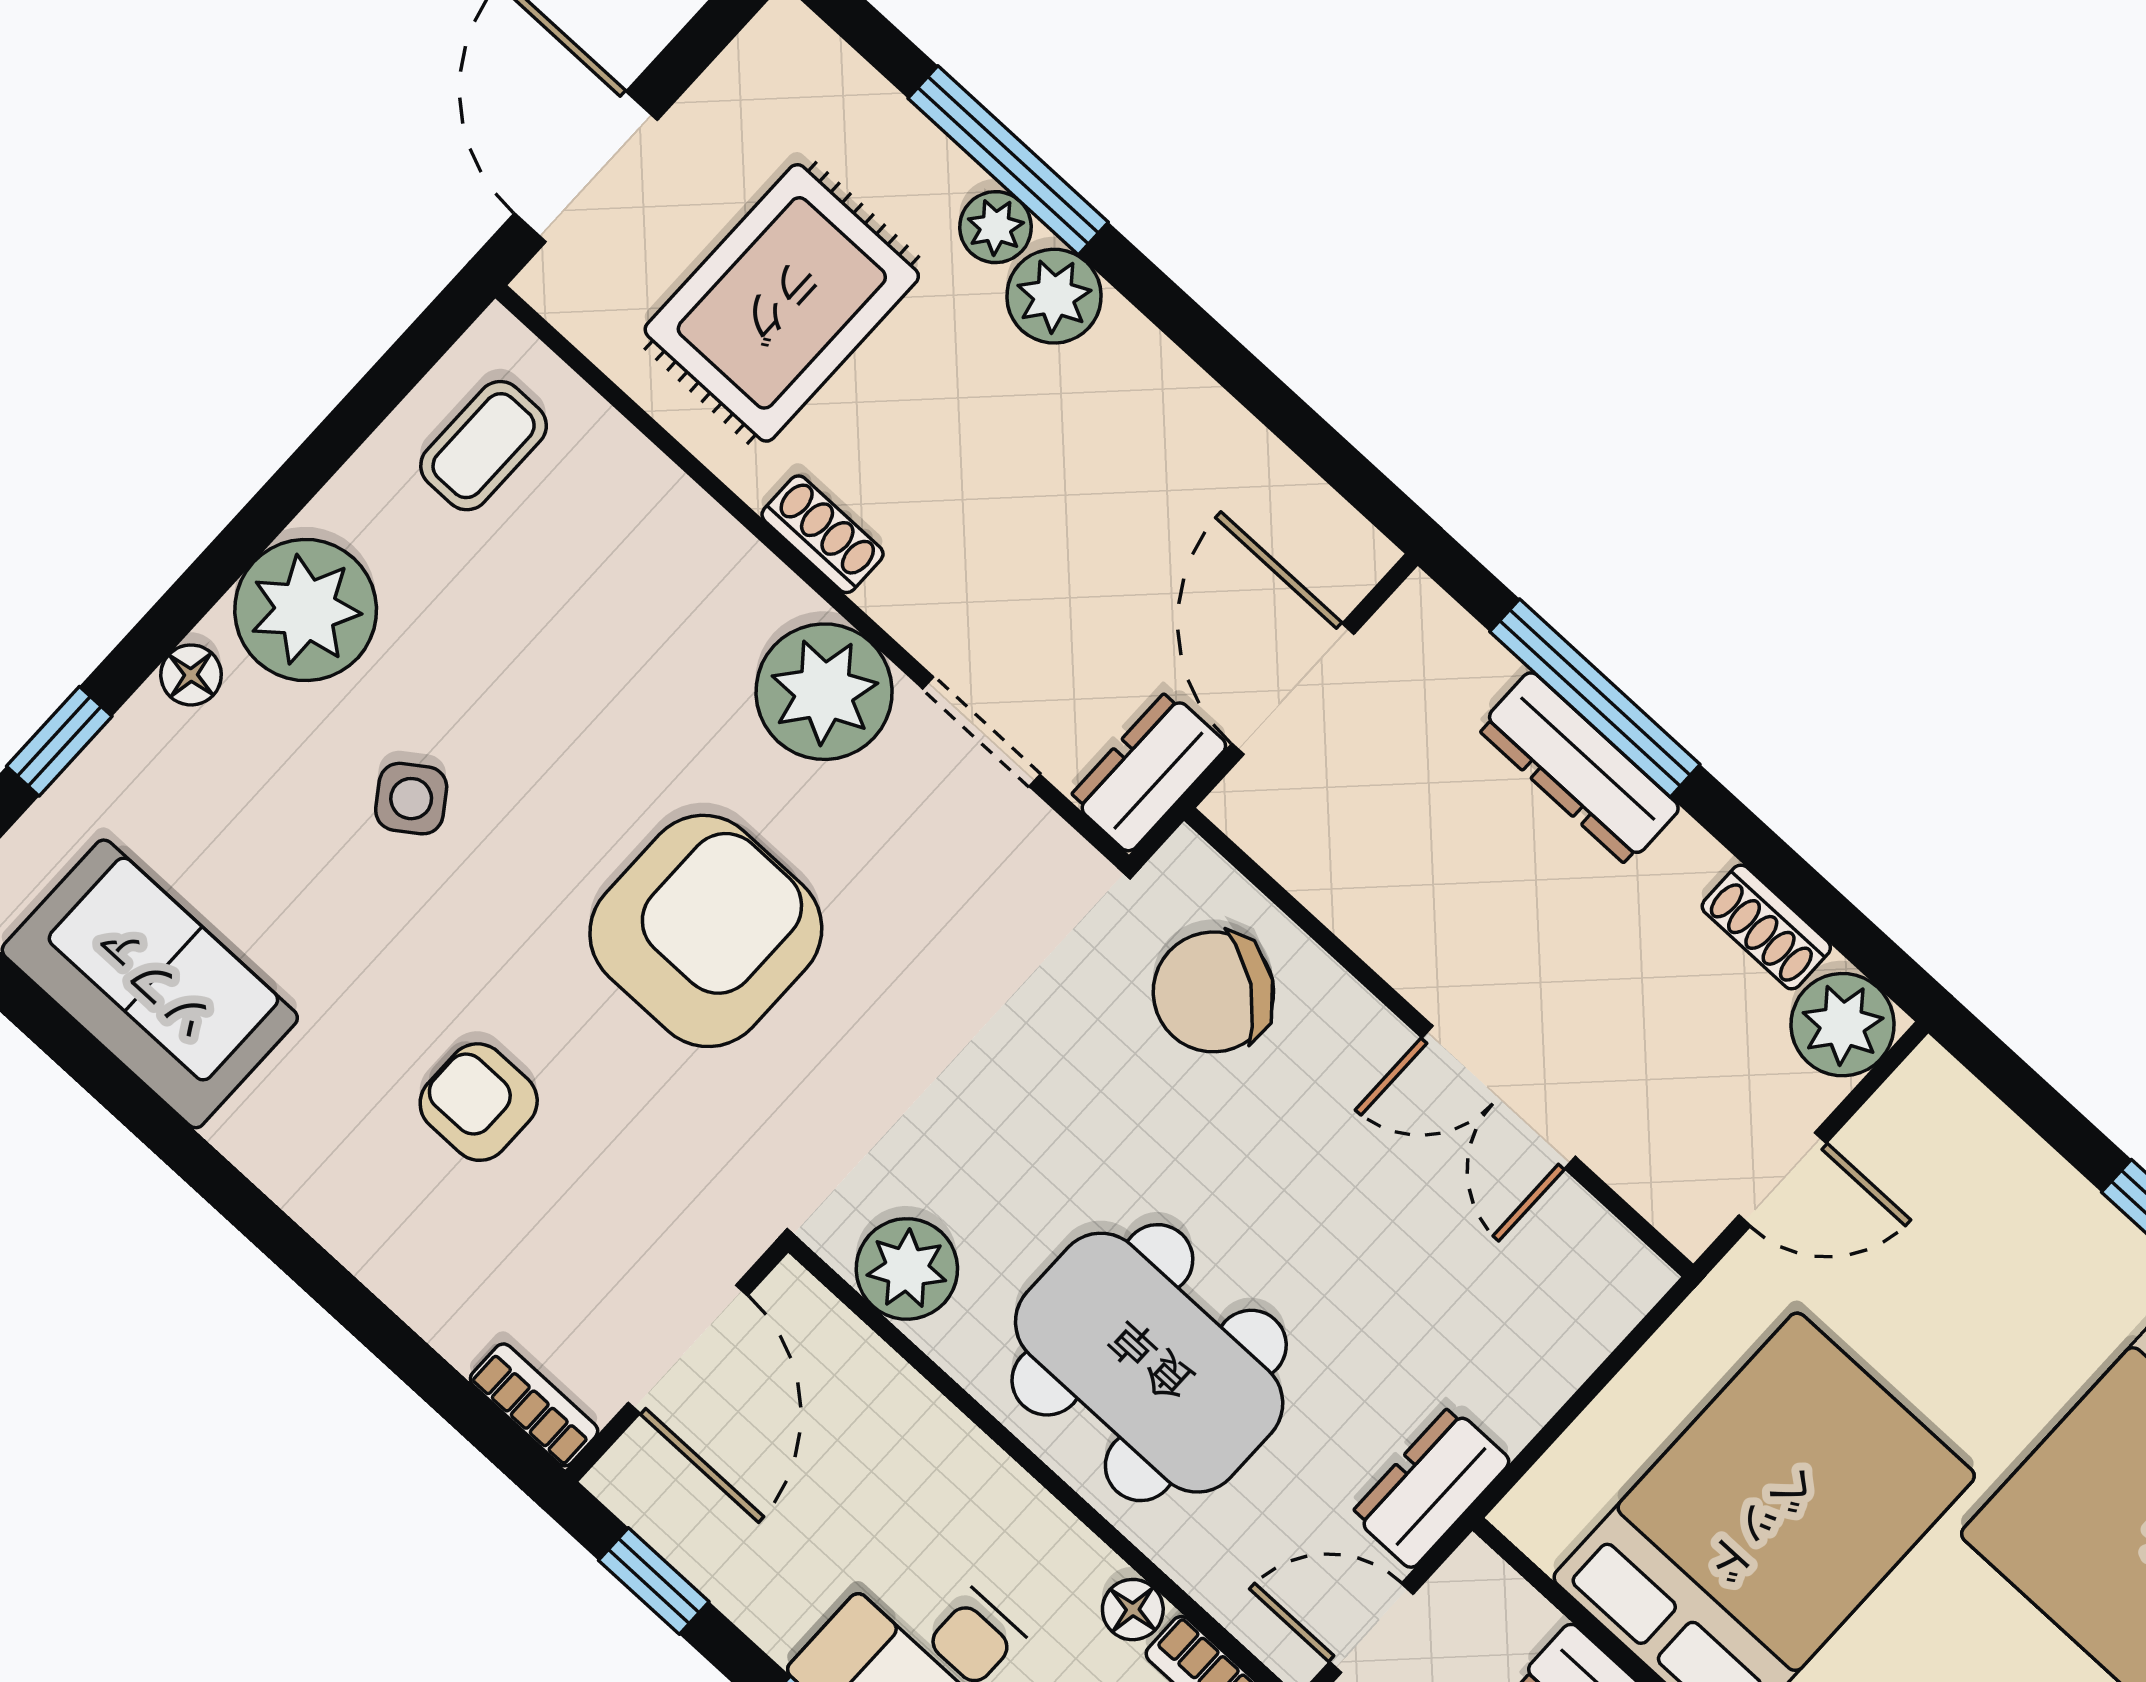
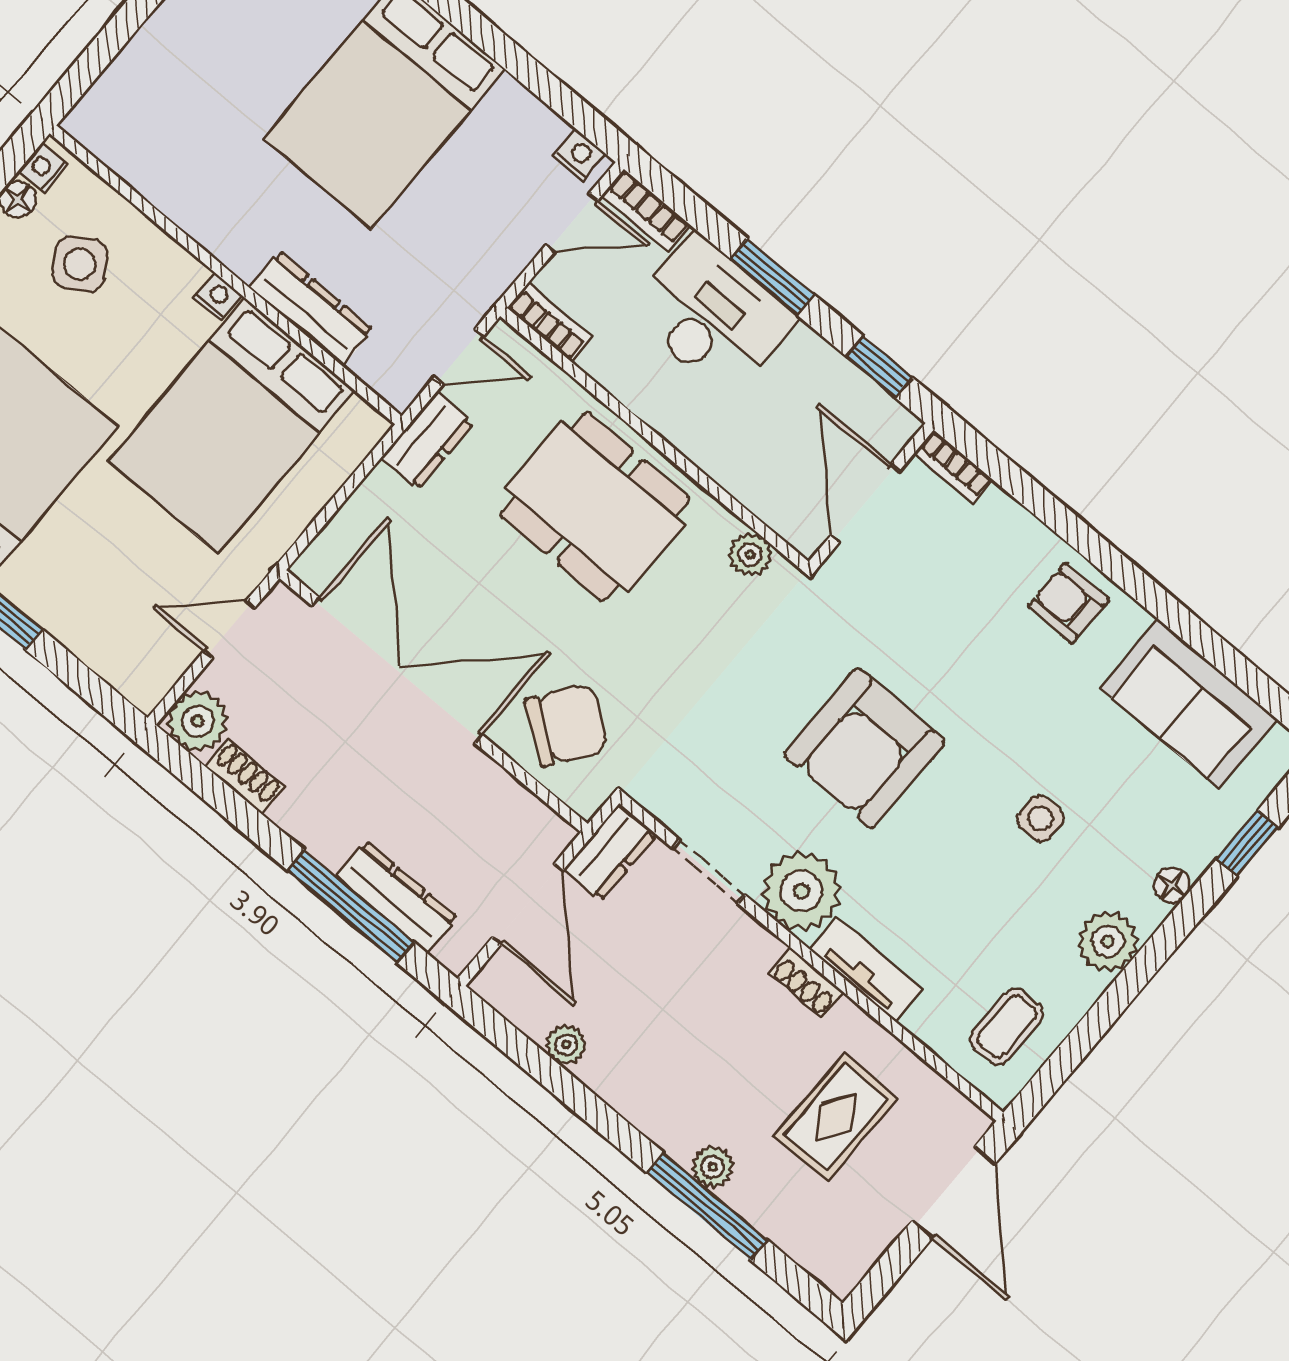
plant: (1054, 296) -> (566, 1045), moved, width x0.73, depth x0.73
rug: (782, 303) -> (836, 1117), width x0.73, depth x0.70
tv unit: (719, 553) -> (866, 969), added
plant: (306, 610) -> (1108, 942), width x0.73, depth x0.73
dresser: (1579, 768) -> (396, 897), moved
side table: (411, 799) -> (1040, 818), turned 35
double door: (1499, 1097) -> (397, 670), width x1.87
armchair: (479, 1102) -> (1069, 603), moved, turned 180
plant: (907, 1269) -> (750, 555), width x0.73, depth x0.73
floor lamp: (1133, 1610) -> (599, 362), removed

